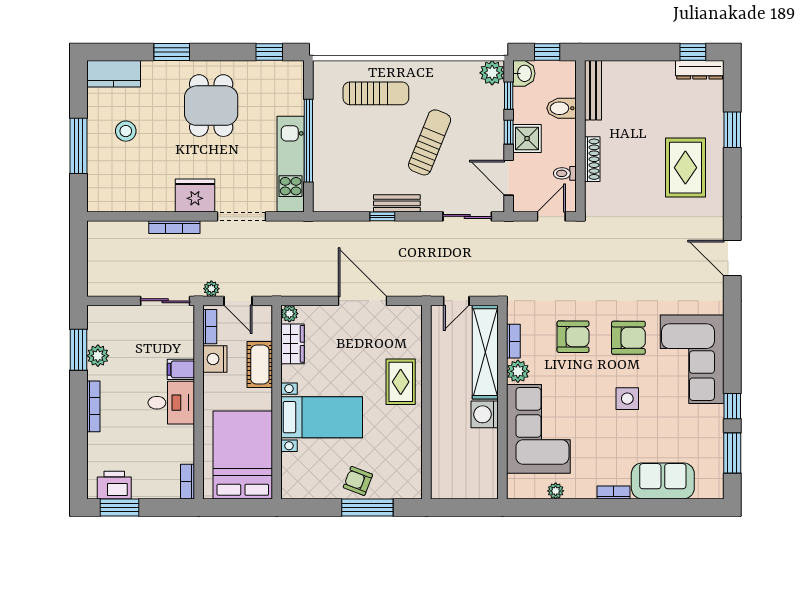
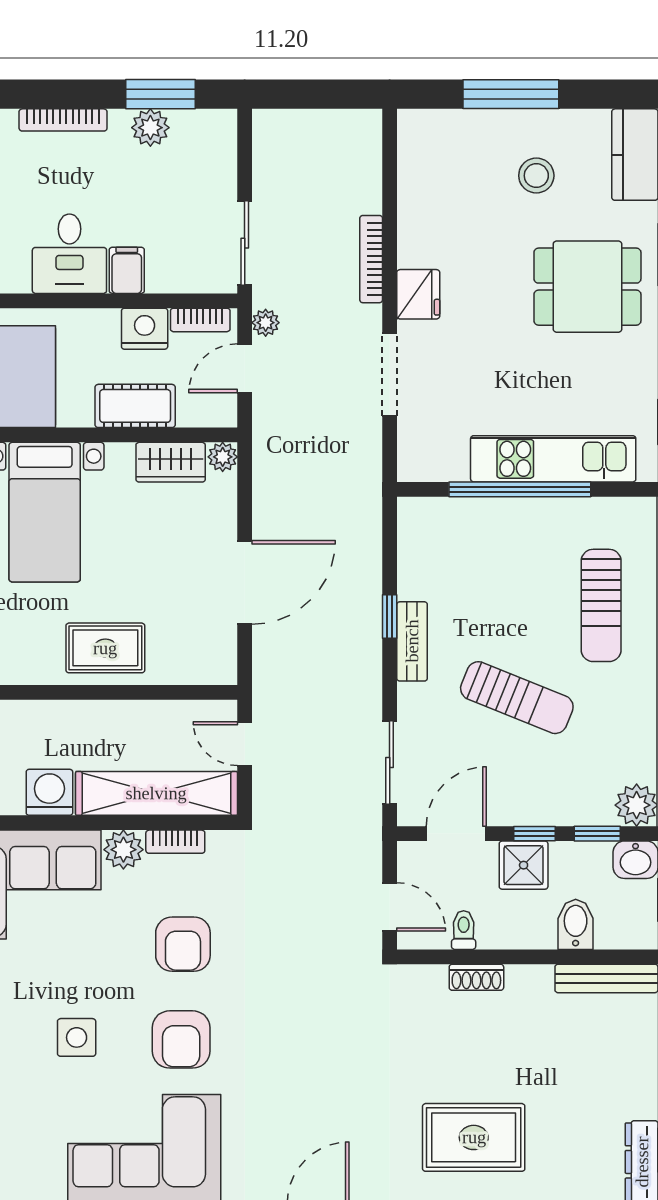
dining table: (211, 106) -> (587, 287), moved
shoe rack: (592, 159) -> (476, 977), width x0.70
kitchen unit: (291, 164) -> (553, 459), moved
fridge: (195, 196) -> (418, 294), width x0.73, depth x0.75

